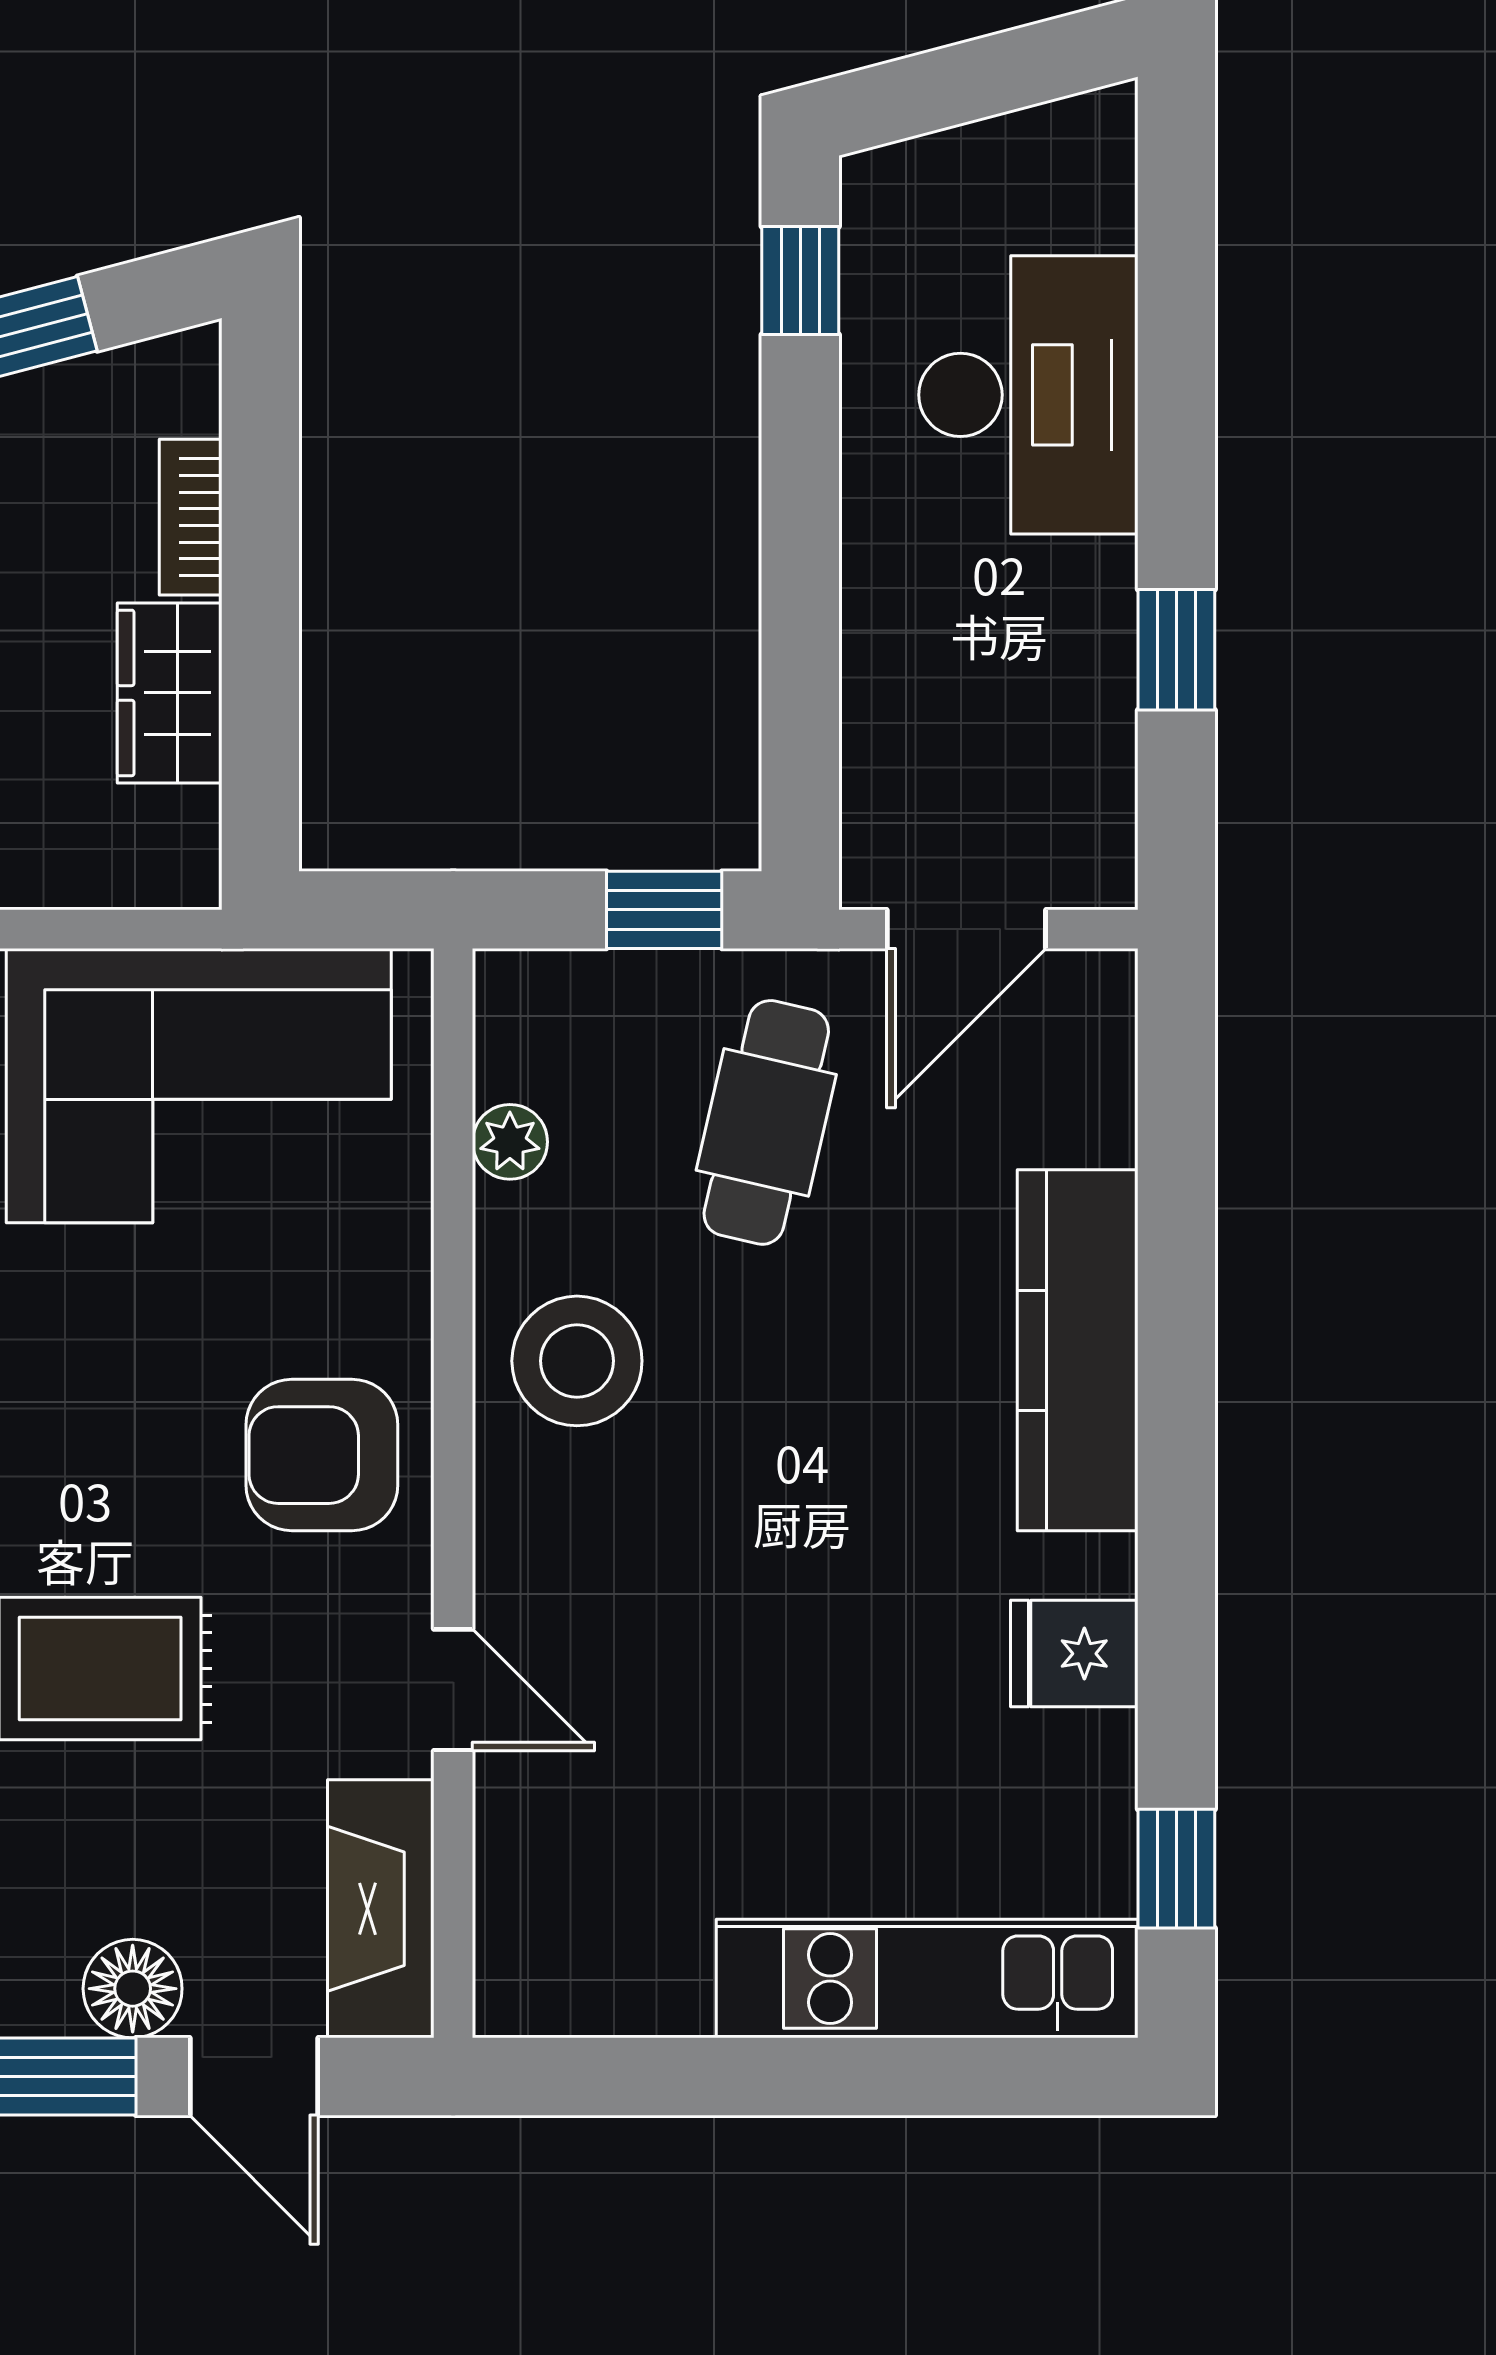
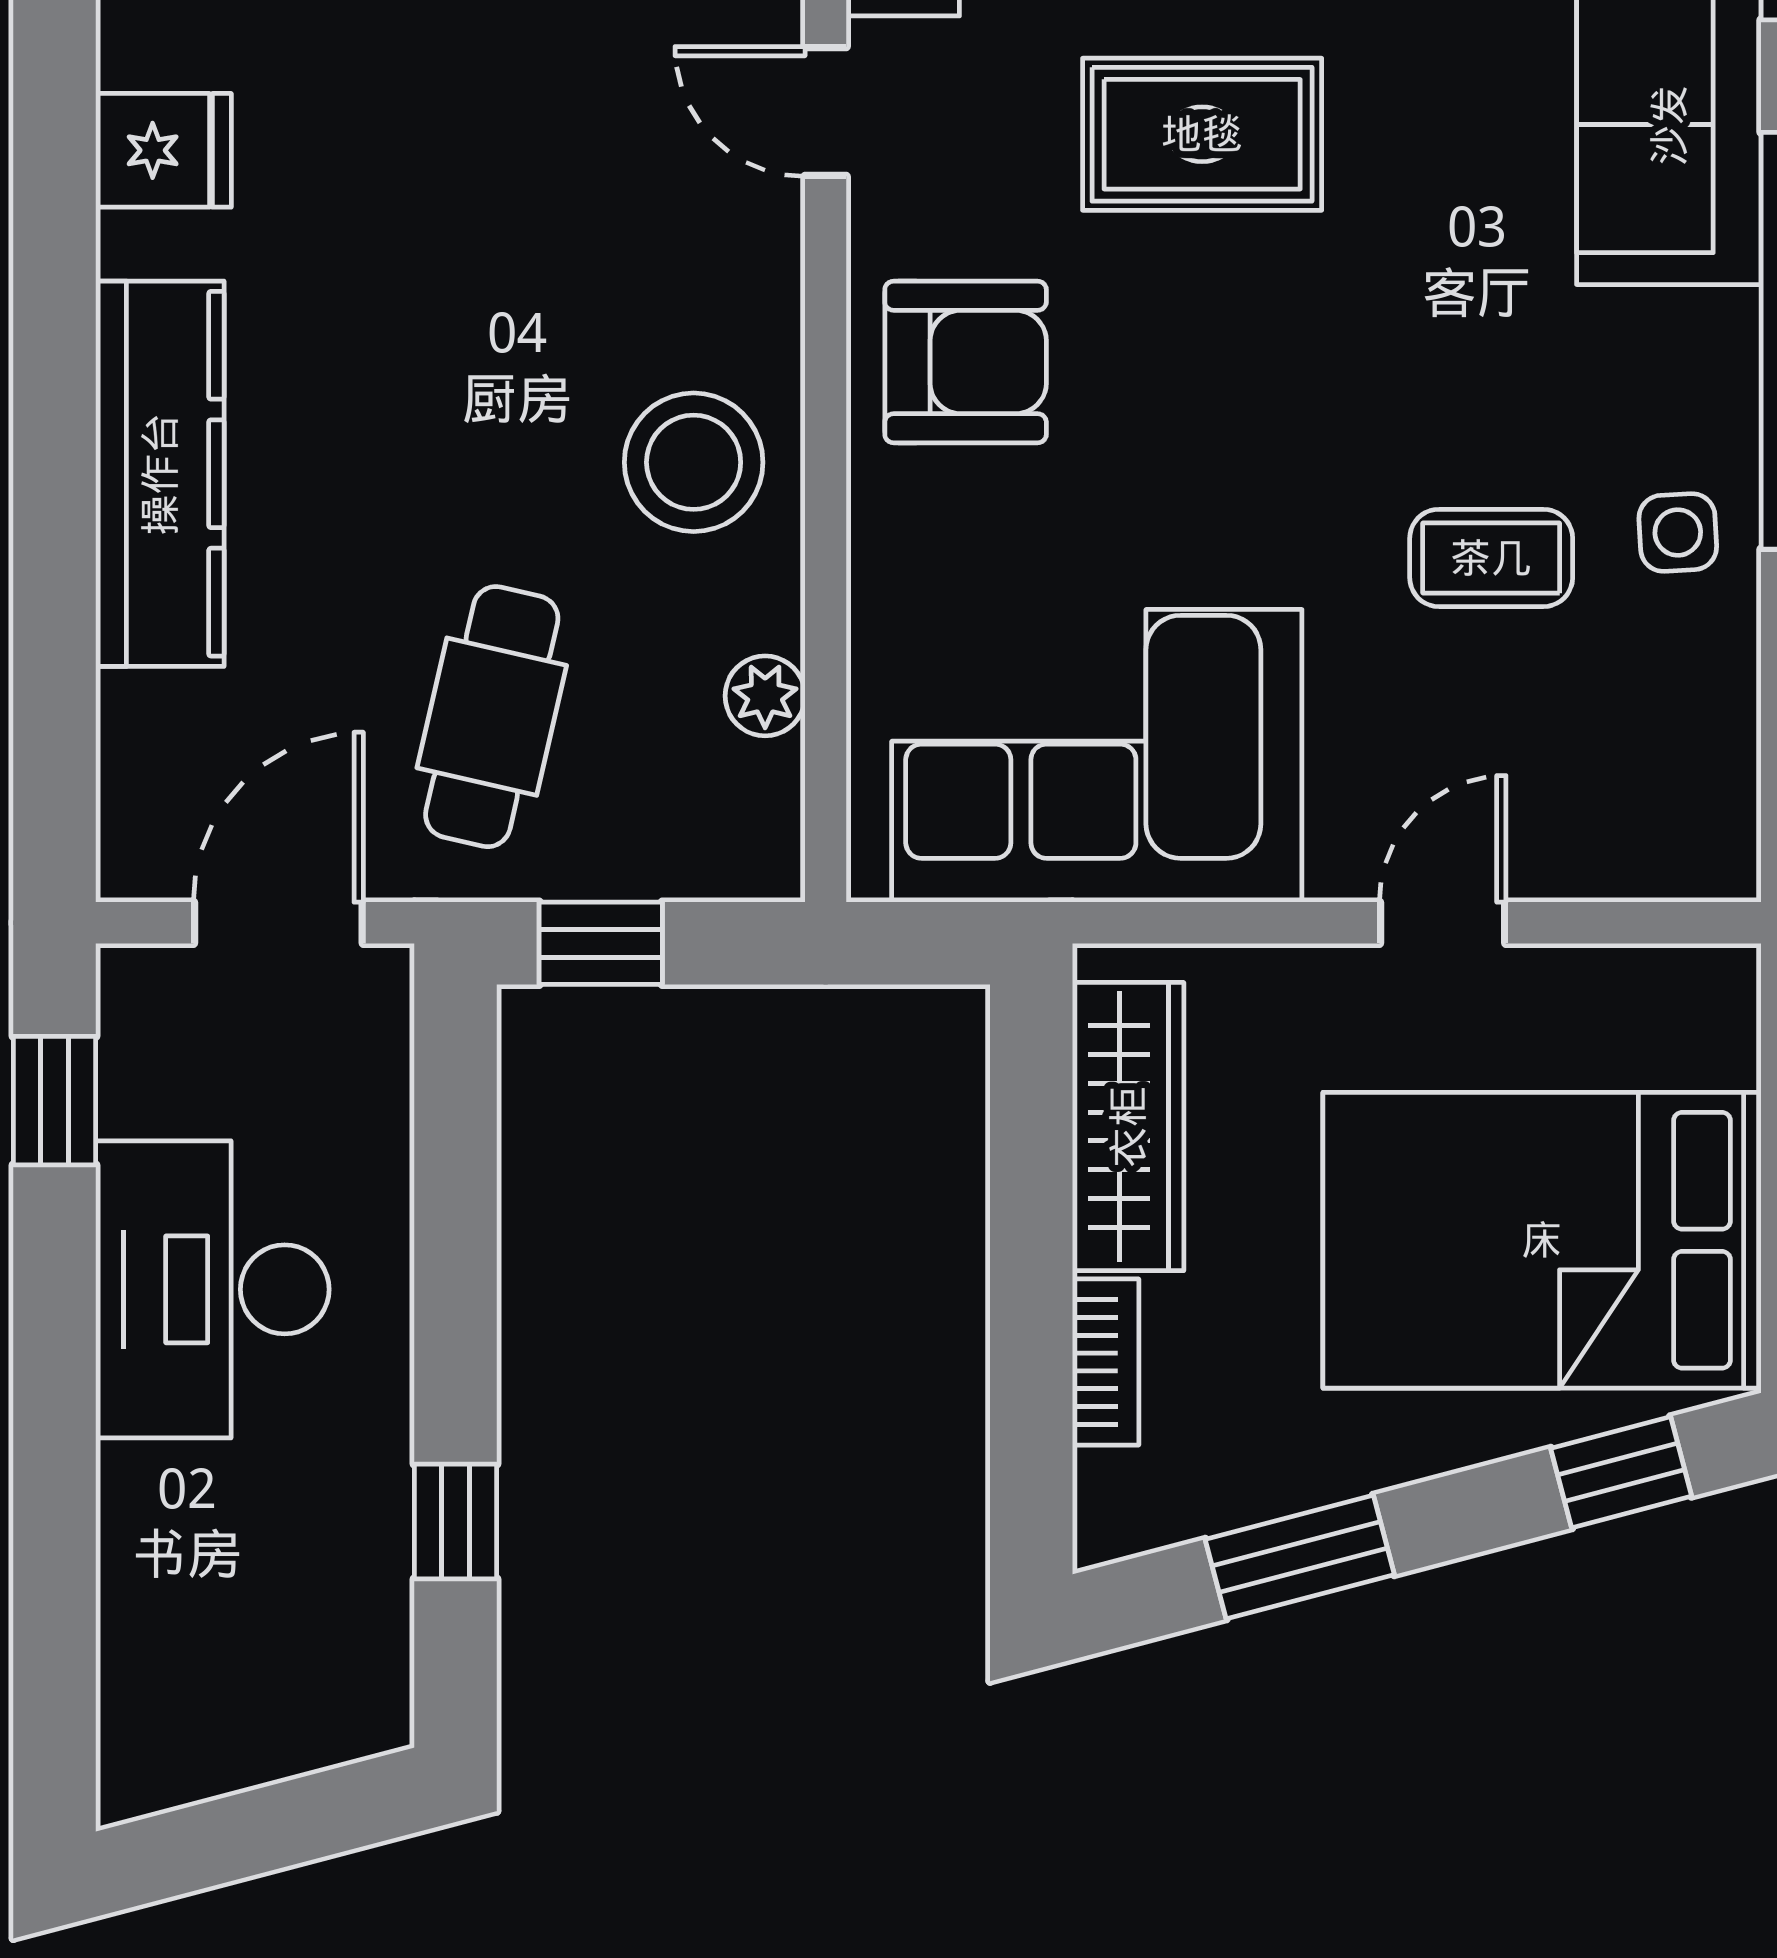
window: (800, 280) -> (455, 1522), moved
desk: (1028, 395) -> (212, 1289), moved
window: (1176, 650) -> (54, 1101), moved
wardrobe: (170, 693) -> (1128, 1127), width x1.50

